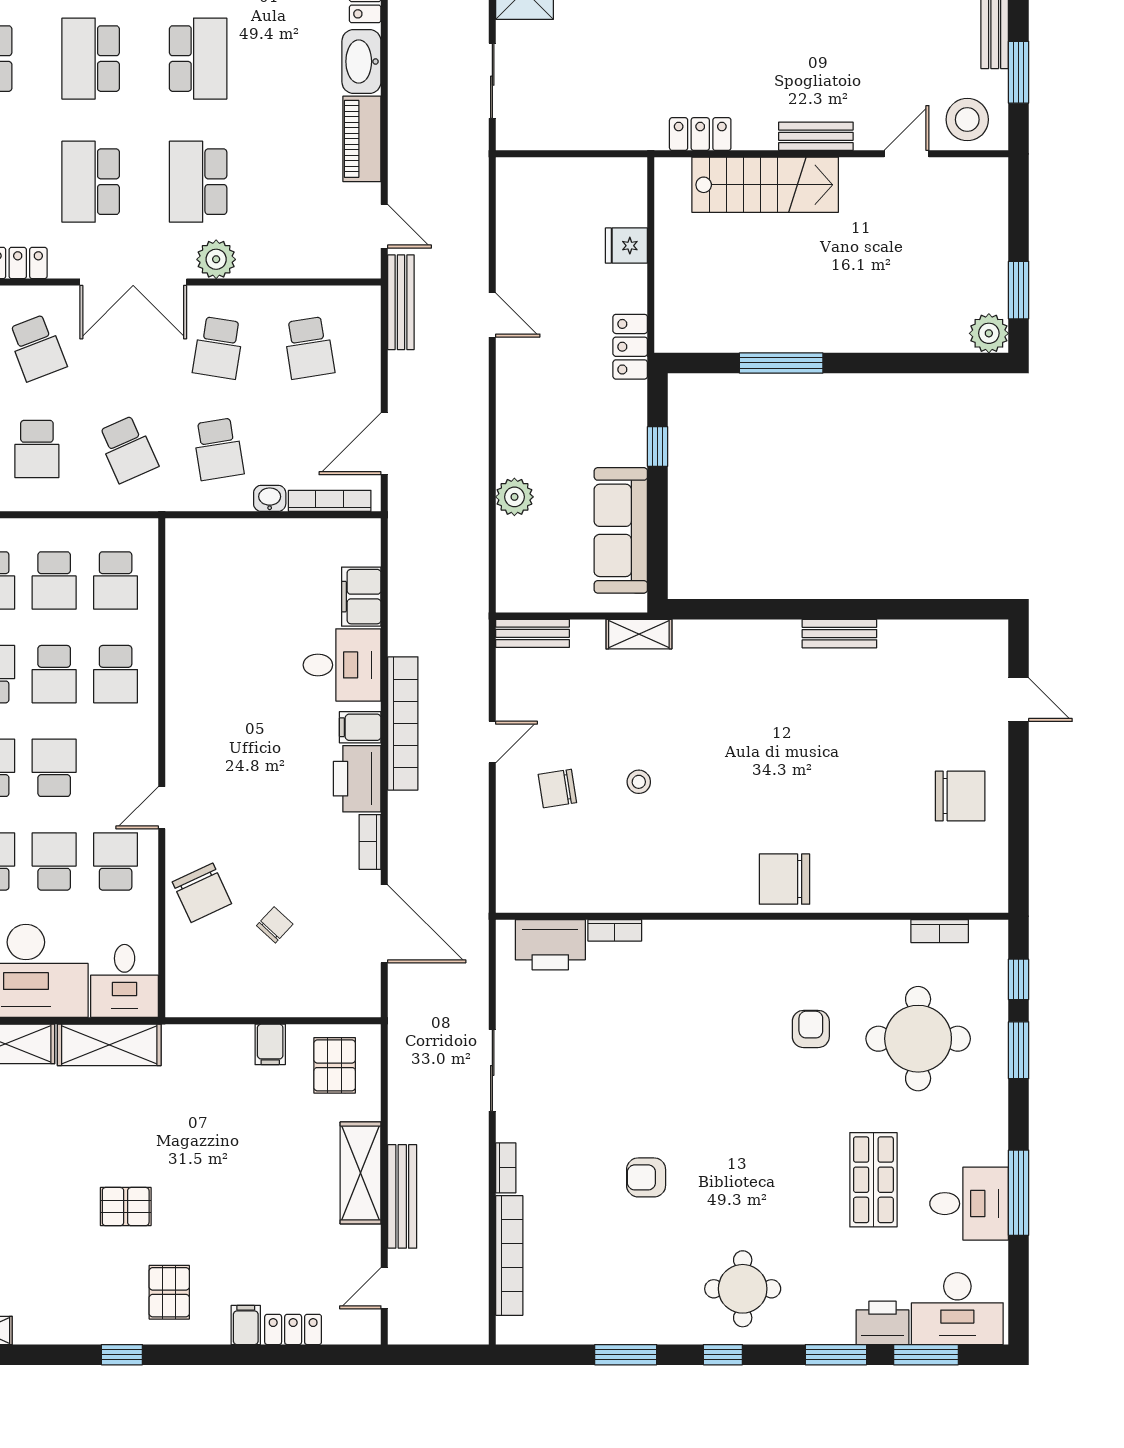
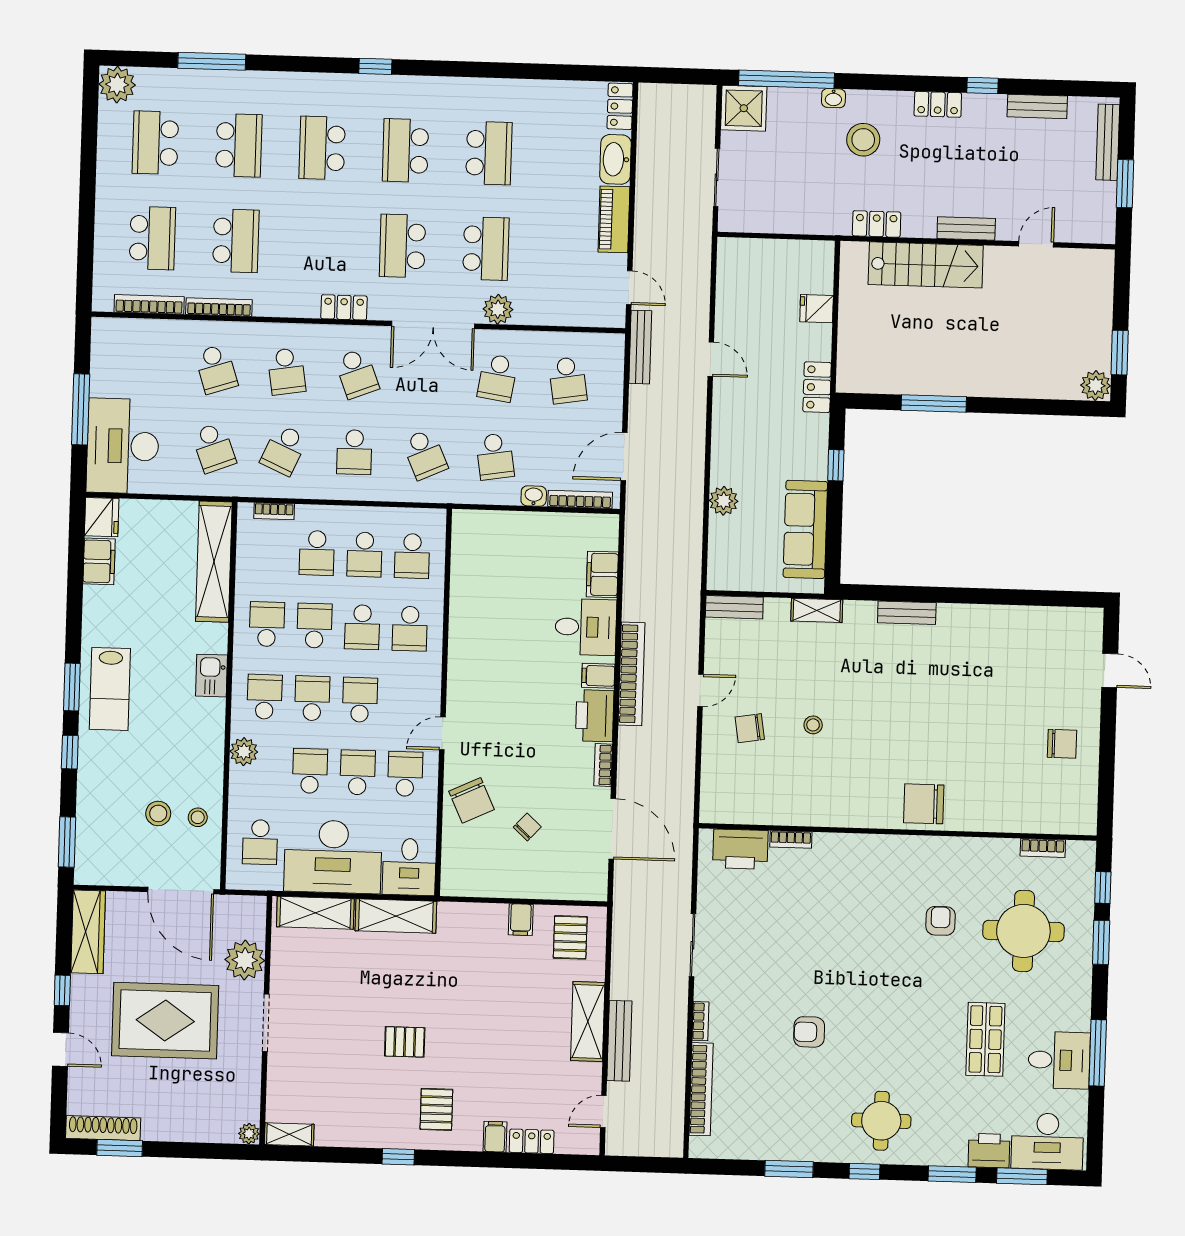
stool: (967, 120) -> (863, 140), moved
school desk: (198, 182) -> (486, 249), turned 180
bench: (839, 634) -> (907, 613), moved
chair: (960, 796) -> (1062, 744), width x0.73, depth x0.73

